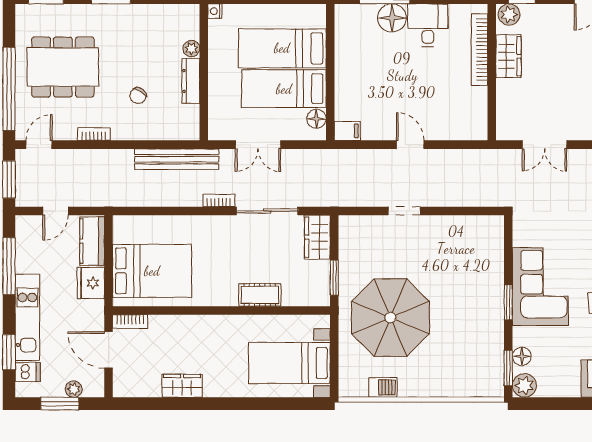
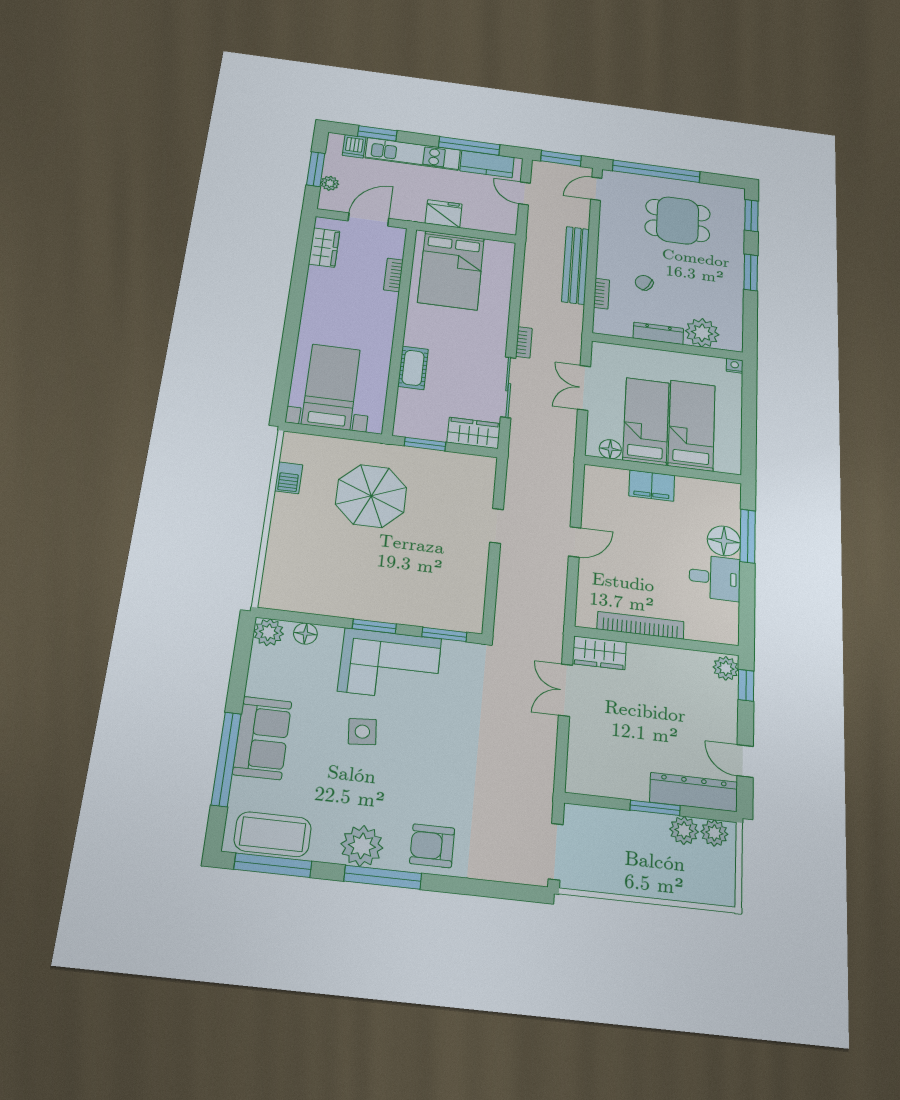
plant: (191, 49) -> (702, 333), width x1.88, depth x1.88
bookcase: (479, 50) -> (641, 625), moved
wardrobe: (508, 56) -> (599, 653), moved
dining table: (63, 67) -> (678, 220), width x0.73
filing cabinet: (347, 131) -> (652, 486), moved, width x2.00
bookcase: (94, 134) -> (601, 294), moved
door: (39, 145) -> (596, 189), swing flipped
bench: (177, 159) -> (576, 265), moved
kitchen counter: (92, 241) -> (487, 164), moved, turned 180
parasol: (390, 318) -> (371, 496), width x0.73, depth x0.73
bookcase: (130, 322) -> (393, 275), moved
window: (508, 368) -> (444, 634), moved
wardrobe: (182, 386) -> (324, 248), moved

